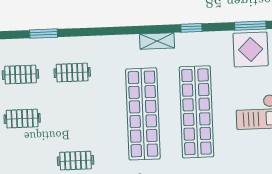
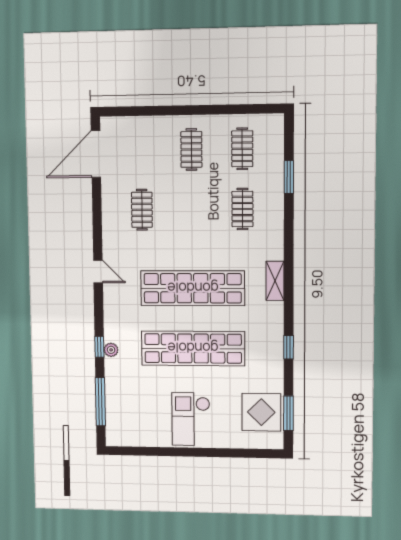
shelving: (157, 41) -> (275, 281), moved

